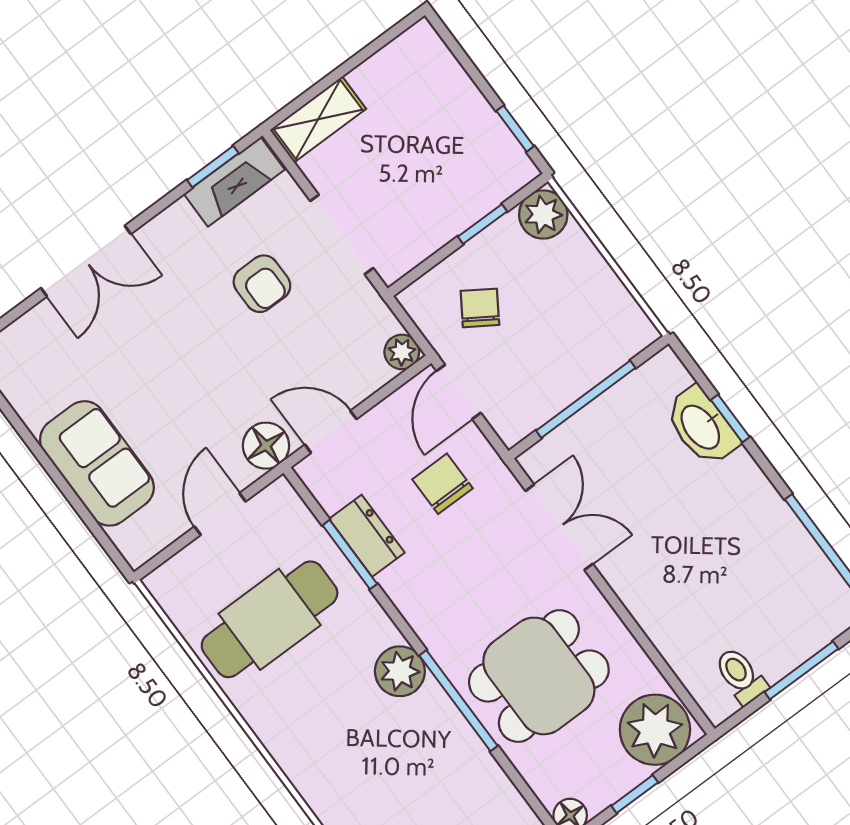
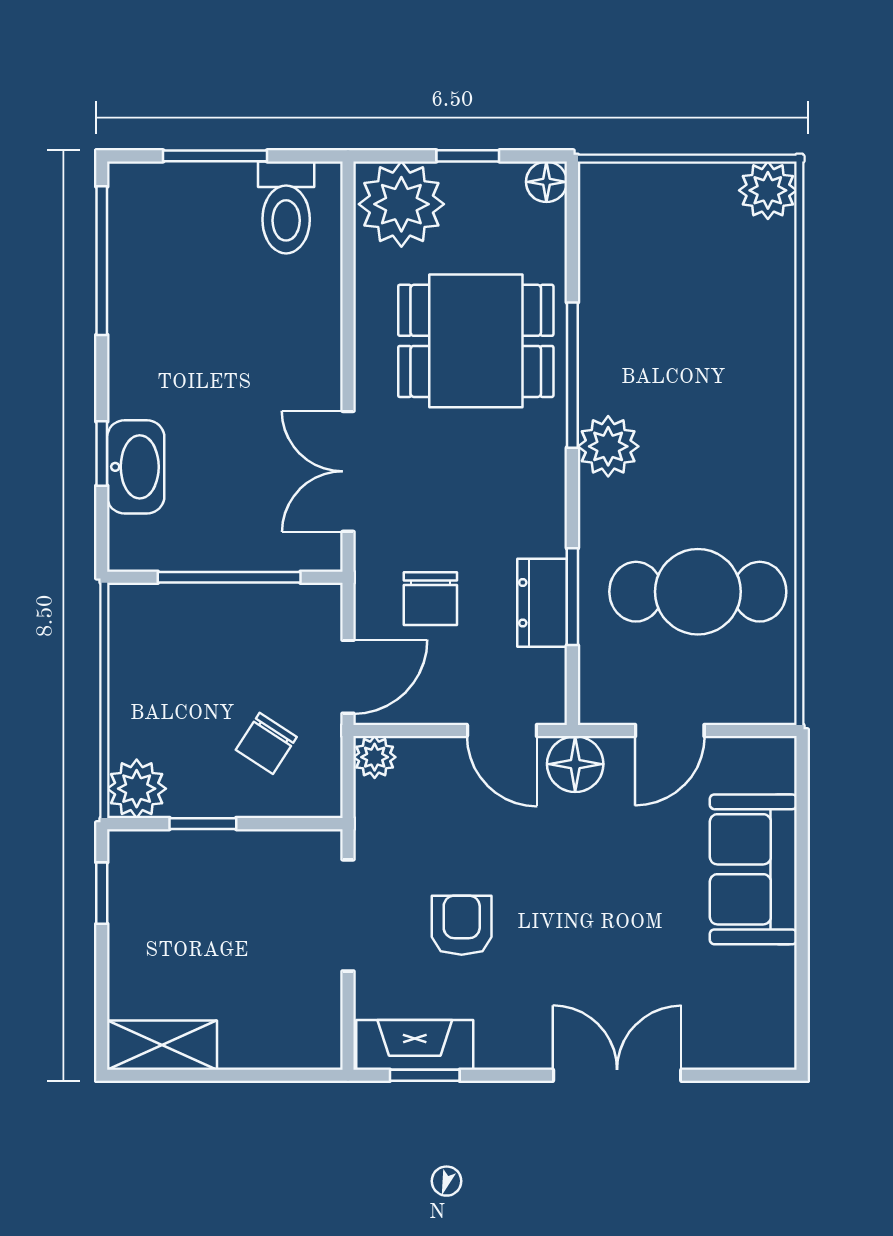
shelving: (318, 119) -> (162, 1045), moved
toilet: (741, 676) -> (286, 208), width x1.37, depth x1.39

